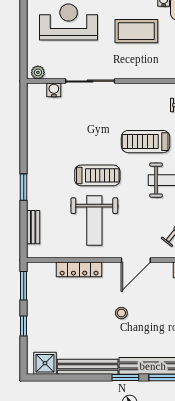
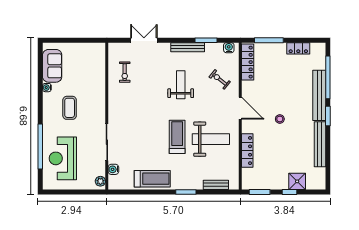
coffee table: (136, 31) -> (70, 108), width x0.73, depth x0.76
treadmill: (146, 142) -> (152, 179), moved, turned -90
shower: (45, 363) -> (297, 181), moved

